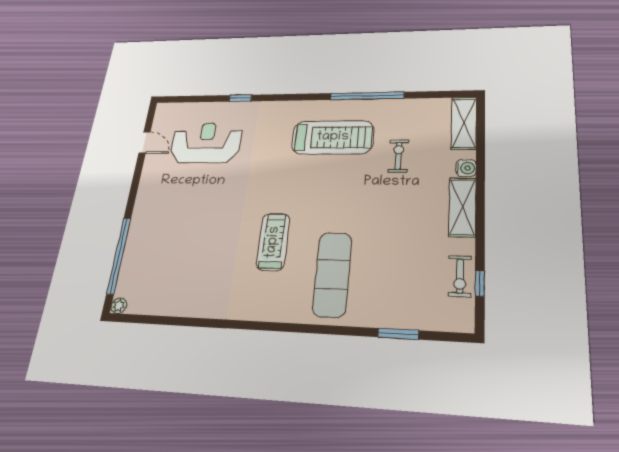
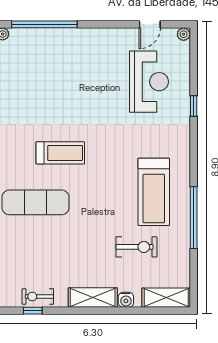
plant: (162, 109) -> (184, 34), added
exercise bike: (398, 156) -> (137, 247), width x1.38, depth x1.39

